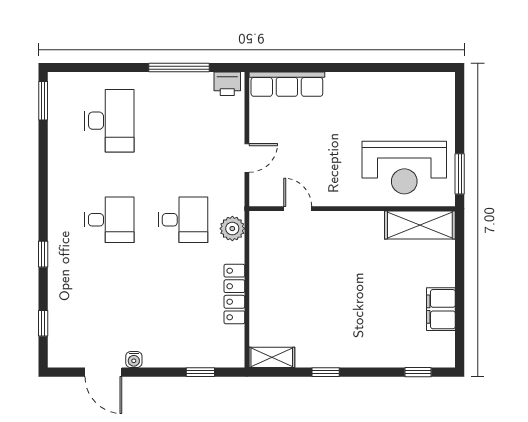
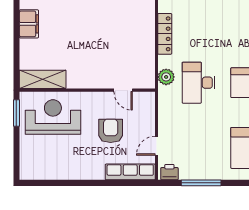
armchair: (317, 147) -> (111, 131), added
door: (247, 158) -> (157, 146), moved
desk: (183, 220) -> (199, 83), width x1.37

